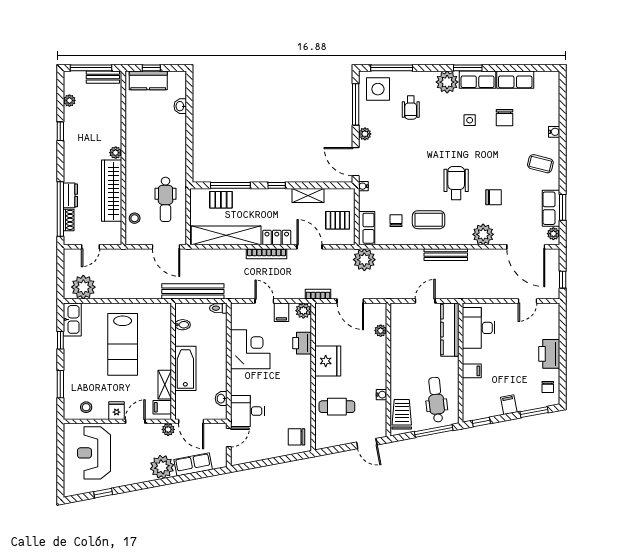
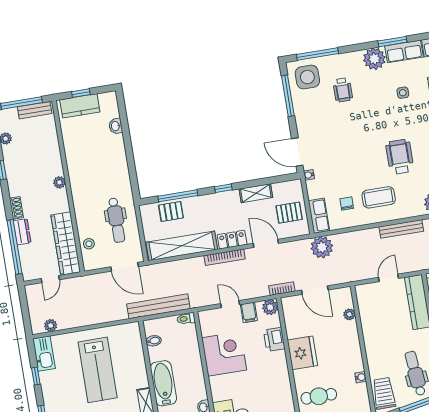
plant: (365, 134) -> (302, 123), removed
wardrobe: (112, 191) -> (66, 244), moved
shoe rack: (69, 220) -> (16, 208), moved
plant: (83, 287) -> (51, 325), width x0.53, depth x0.53

